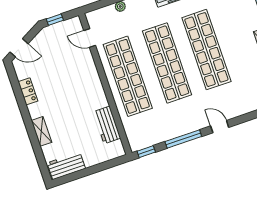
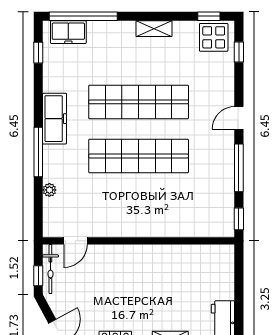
bicycle: (63, 27) -> (50, 269), added
shop shelf: (128, 76) -> (139, 210), removed
workbench: (107, 125) -> (190, 256), removed

